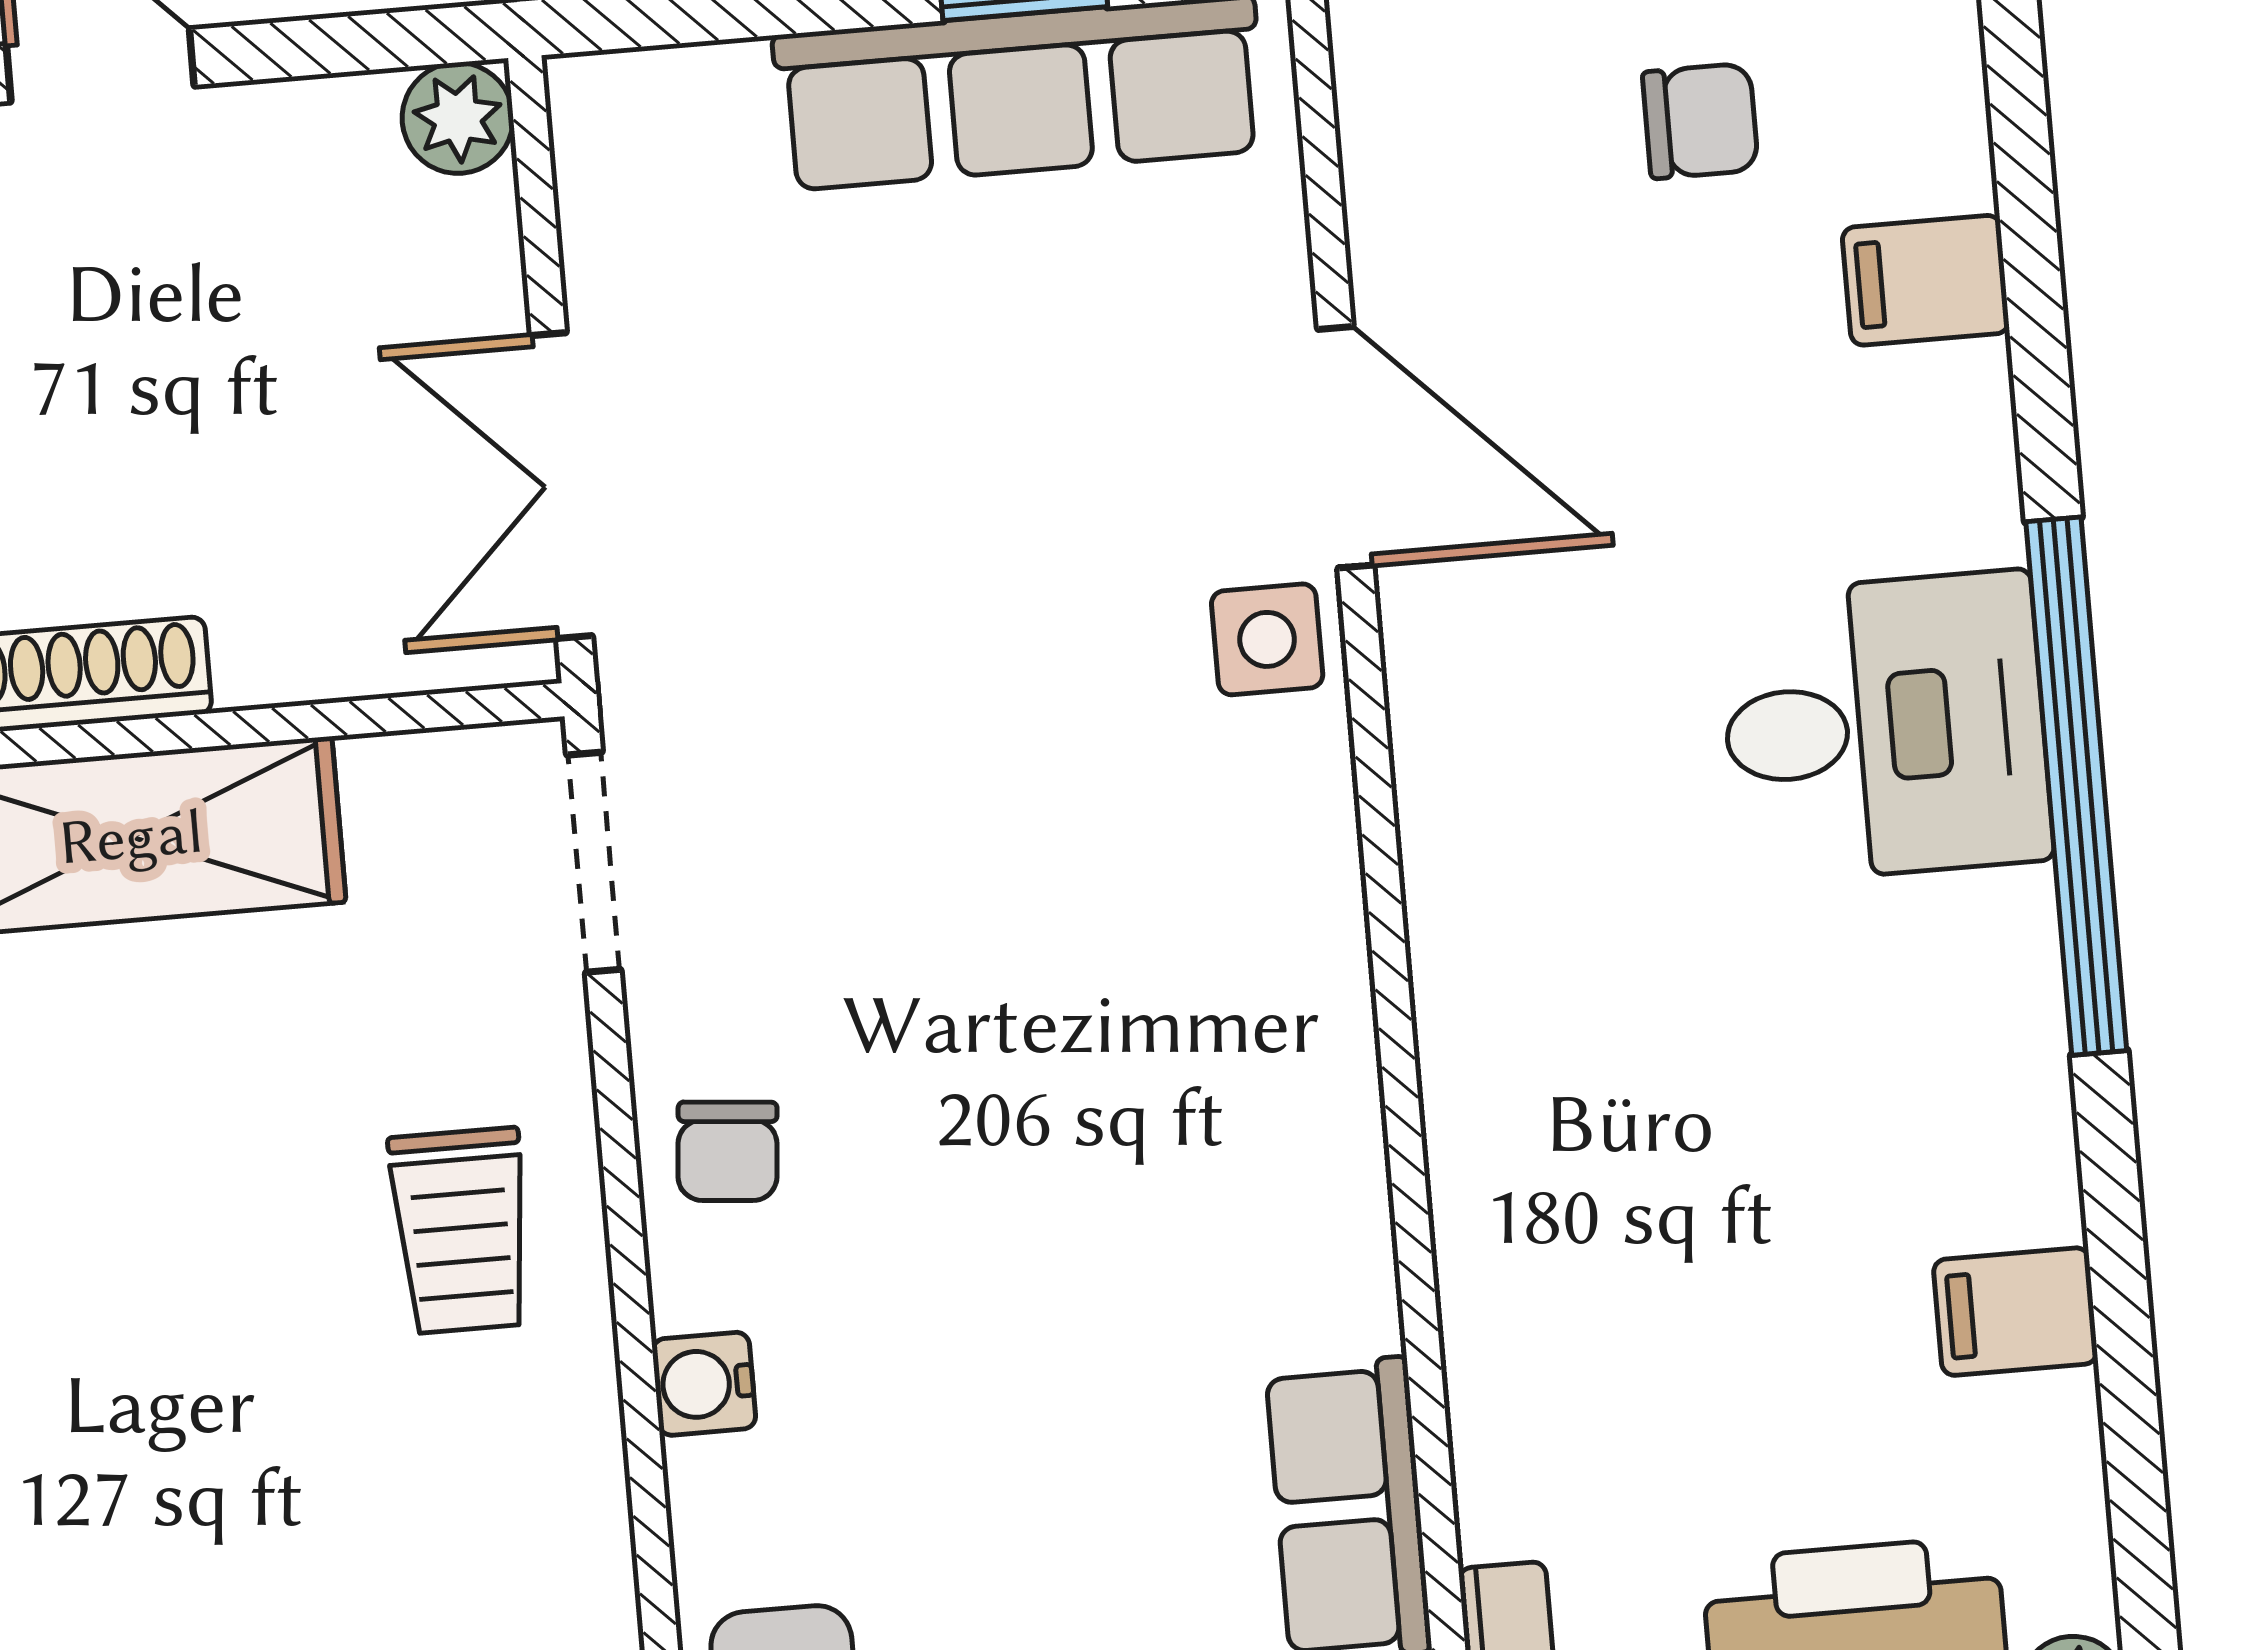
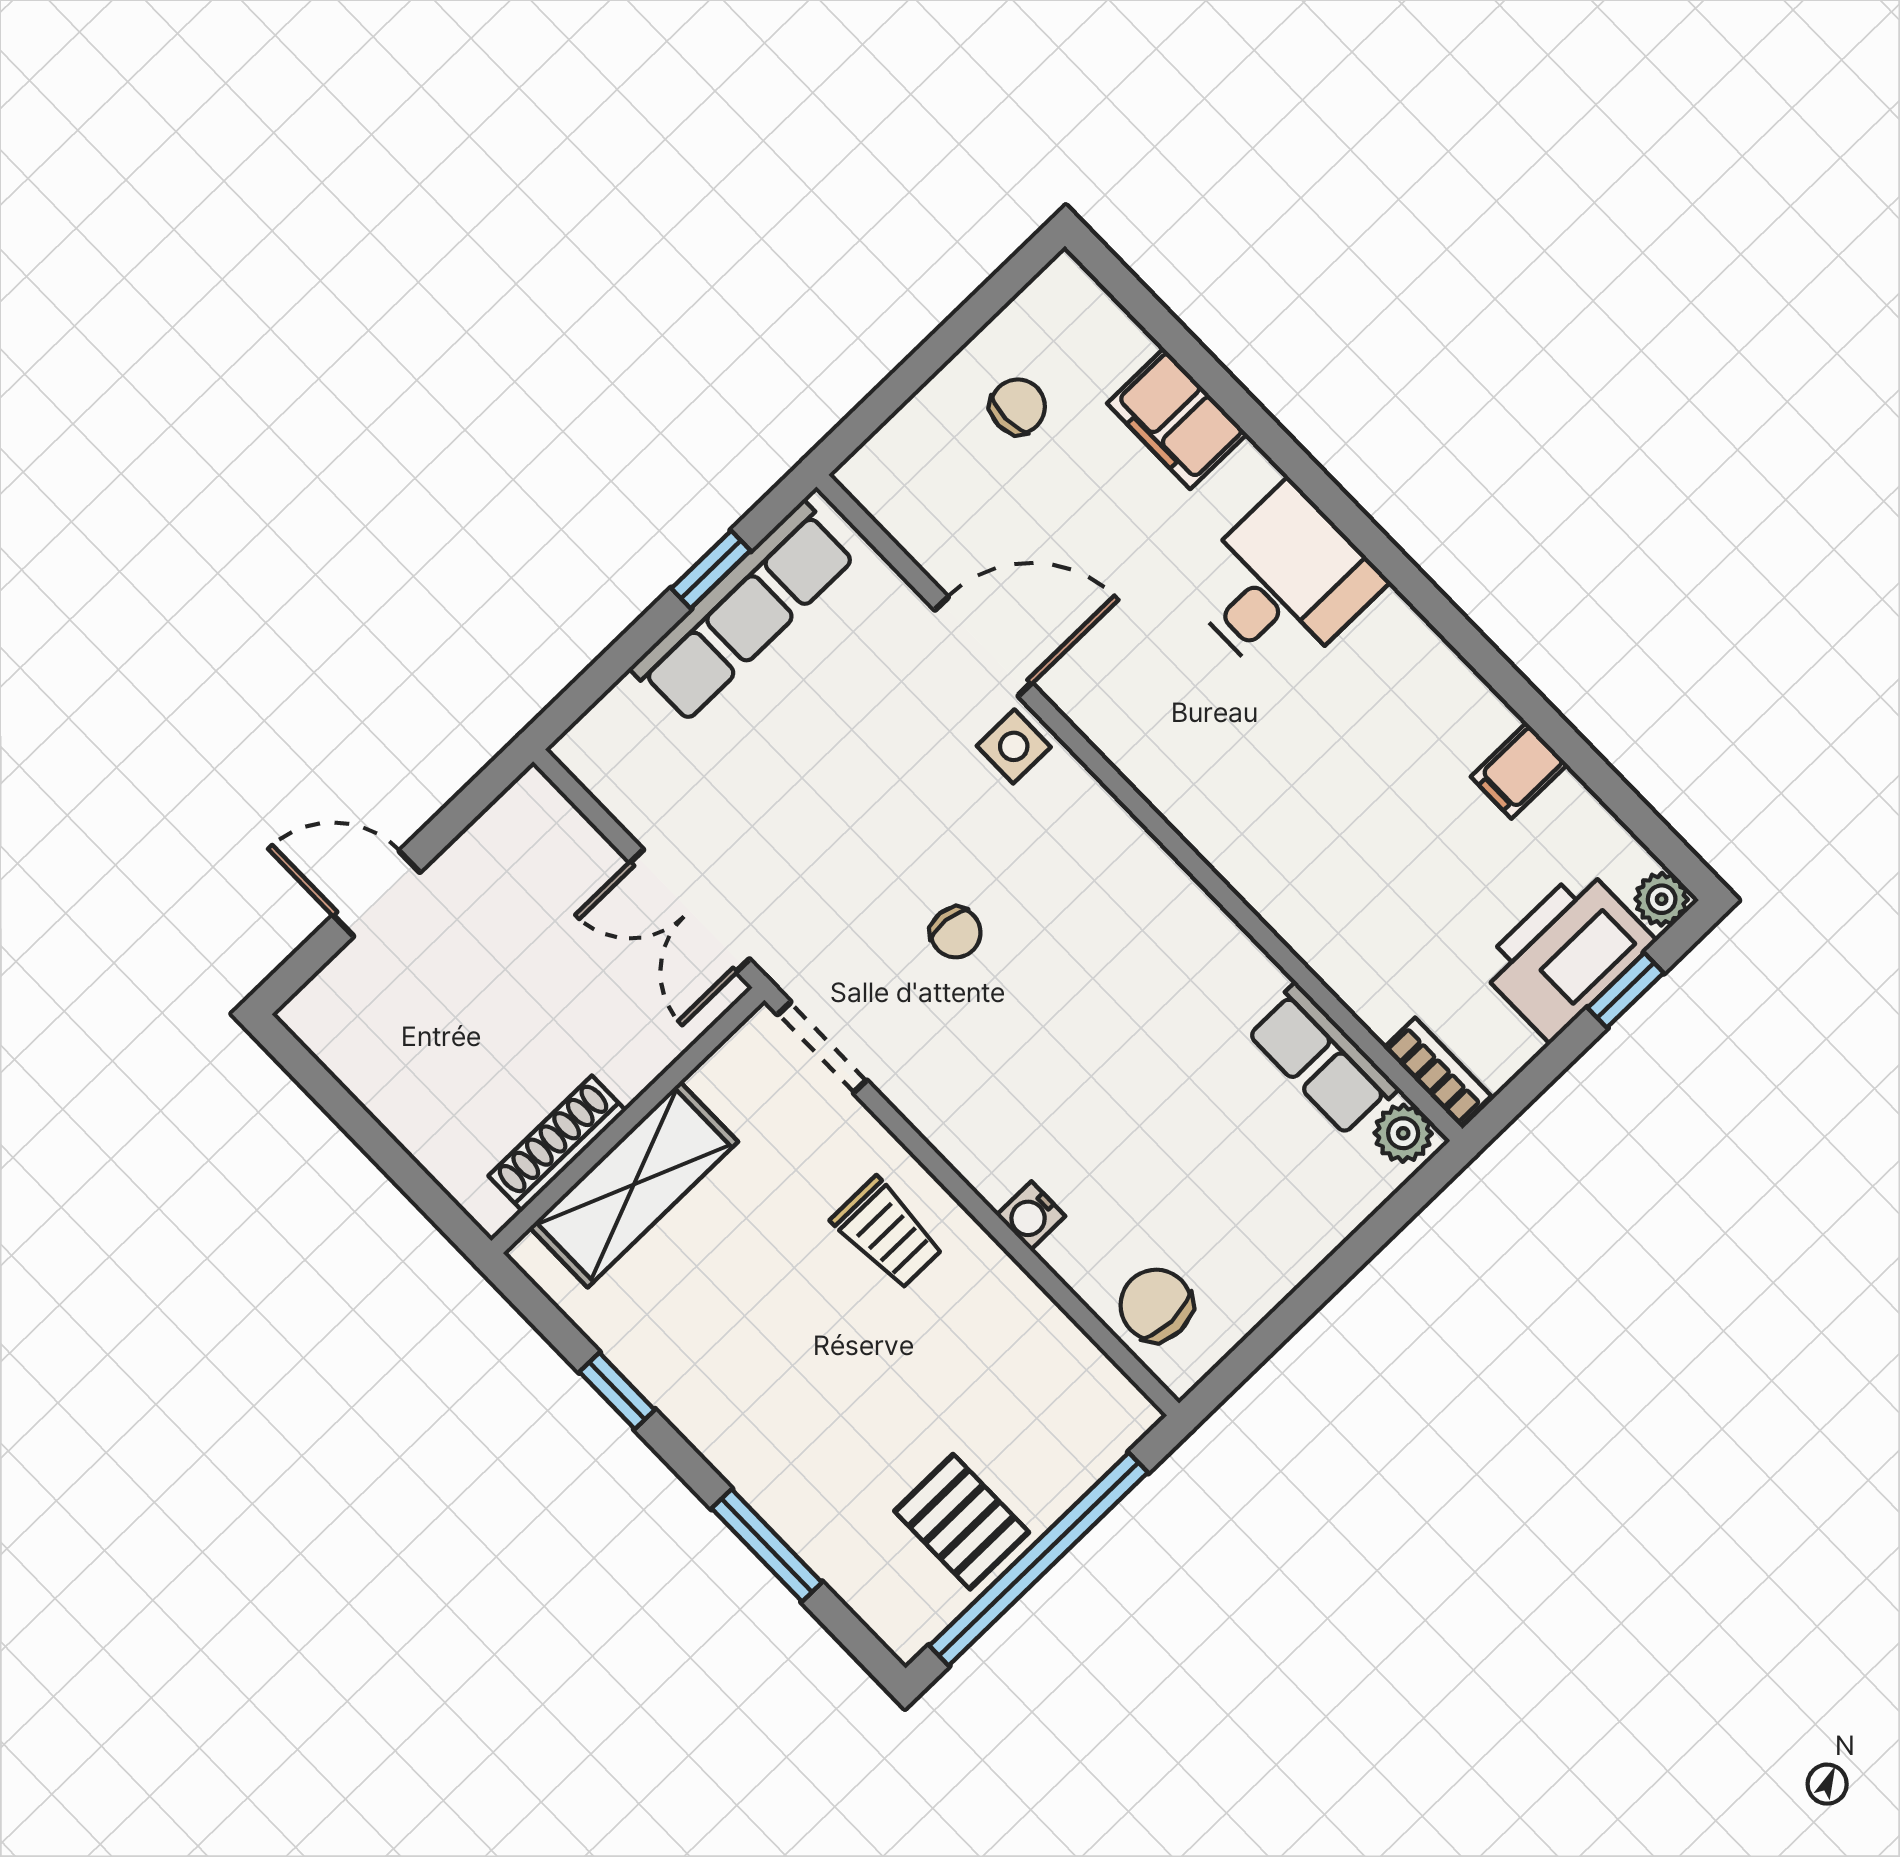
plant: (458, 118) -> (532, 801), removed
filing cabinet: (1926, 280) -> (1177, 419), width x2.00
window: (2076, 786) -> (1376, 546), removed
chair: (728, 1151) -> (956, 933), moved

